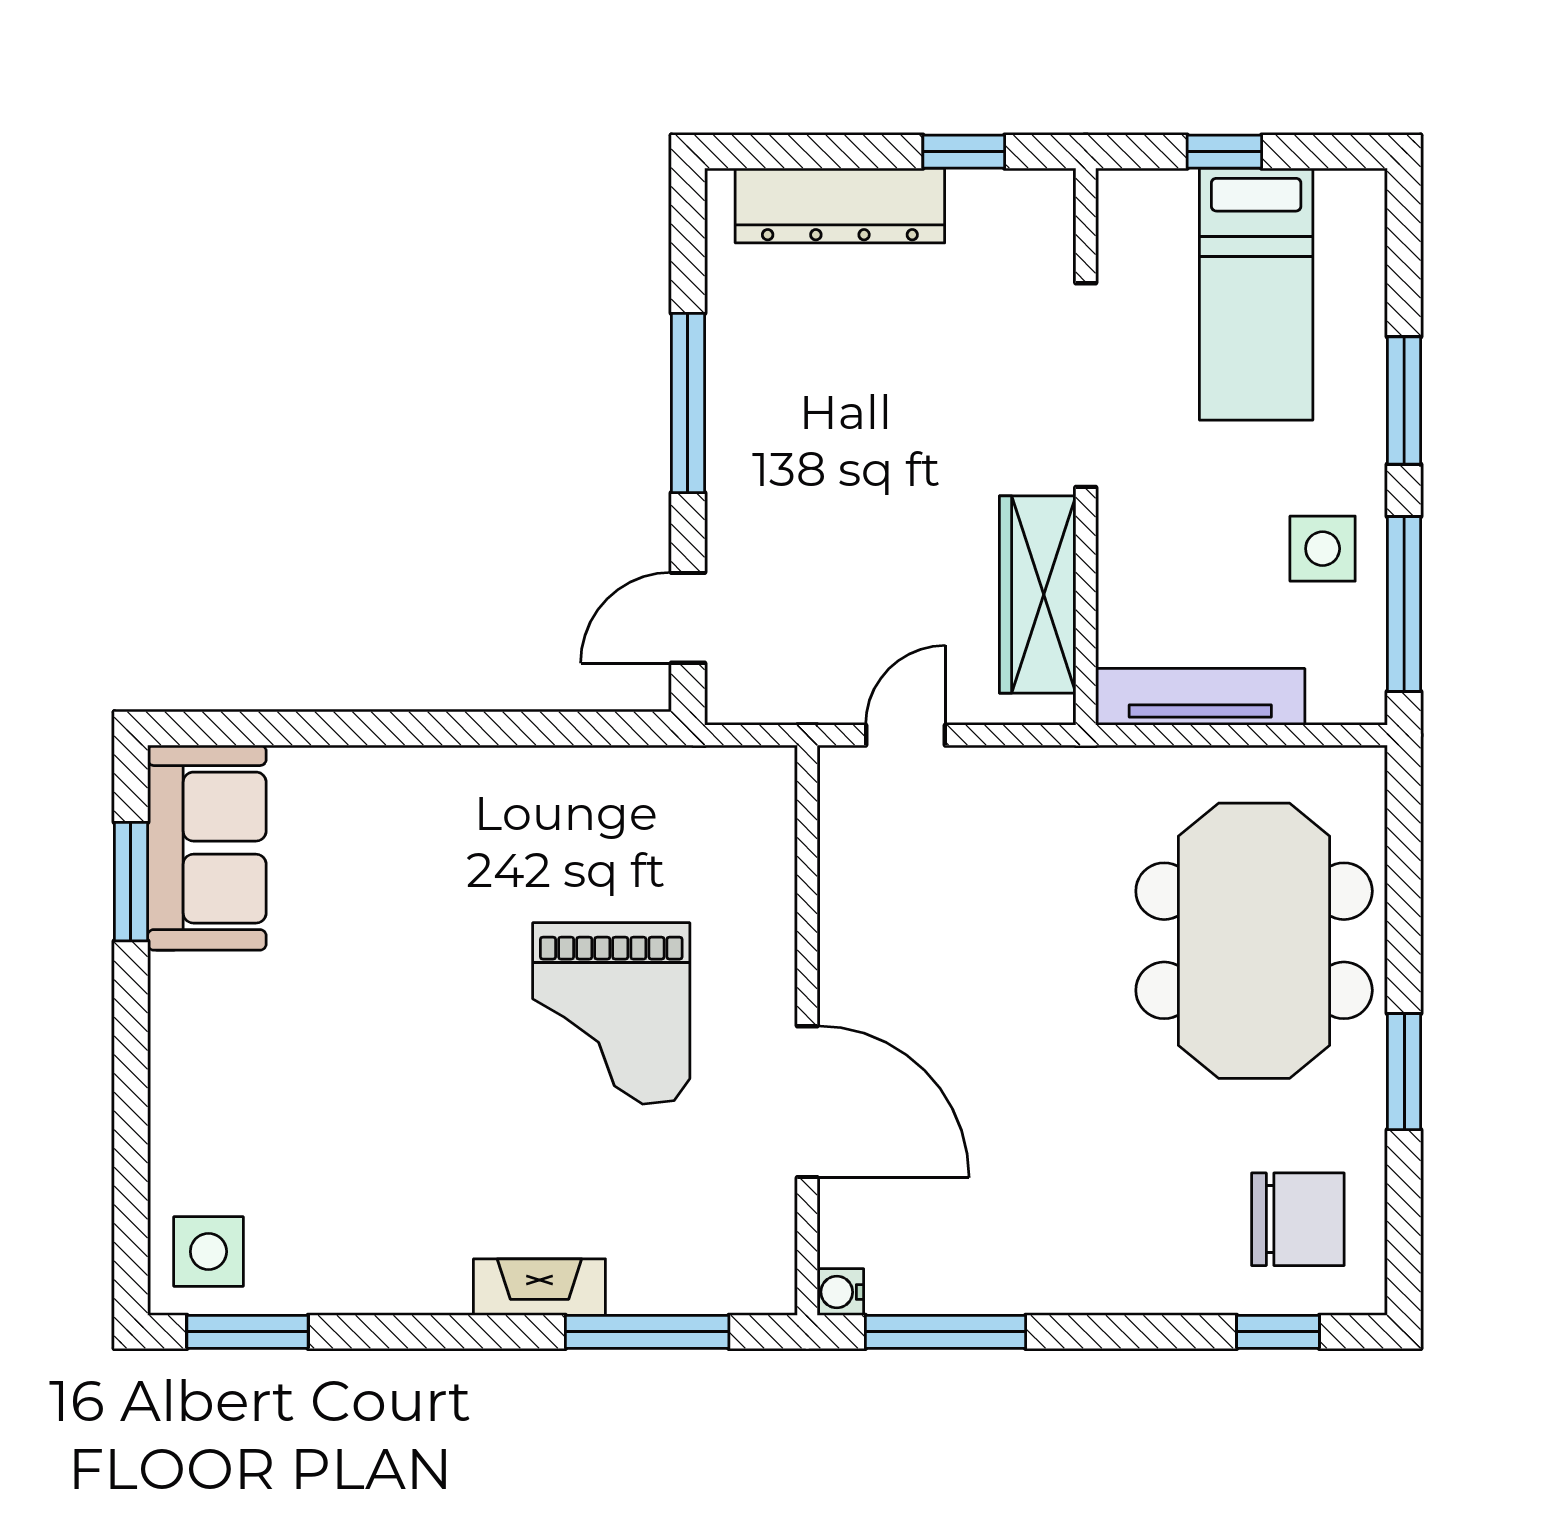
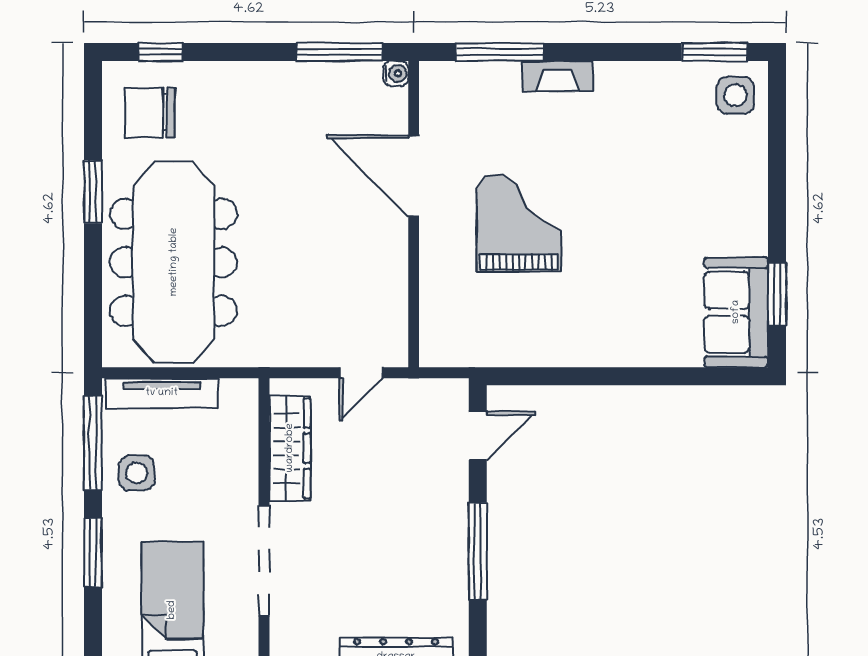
tv unit: (1200, 697) -> (162, 393), moved
meeting table: (1254, 941) -> (174, 262), width x1.36

